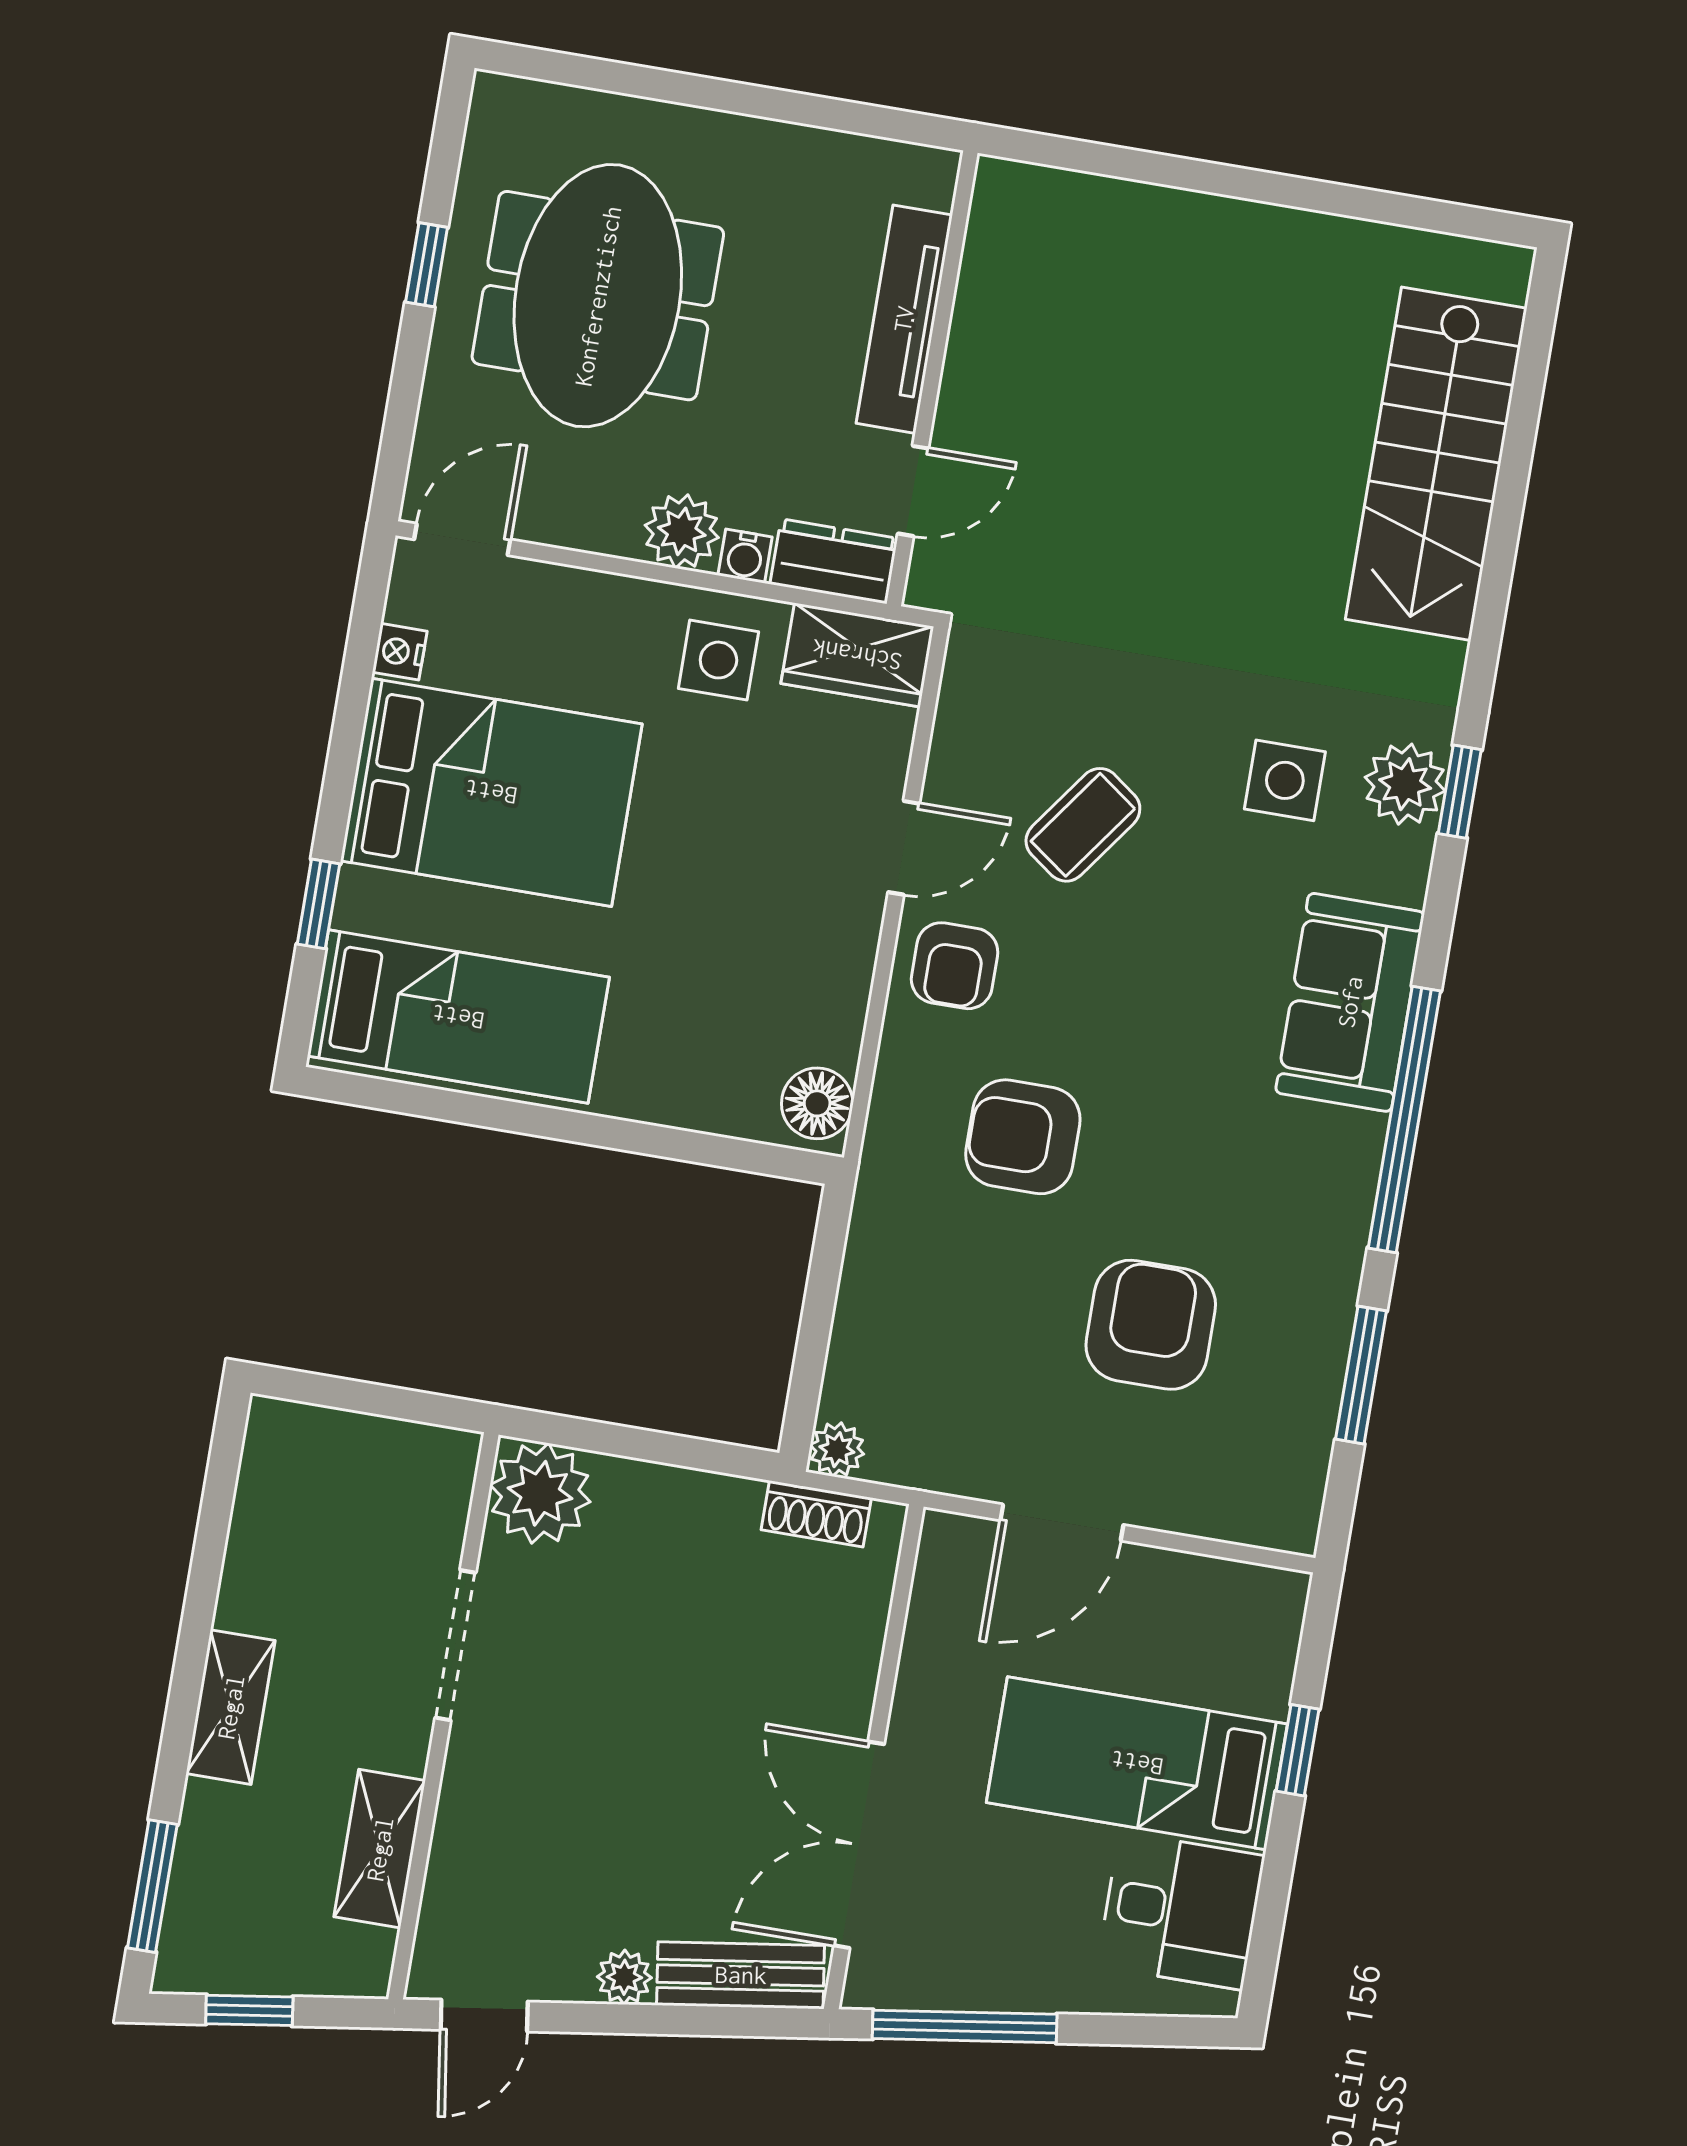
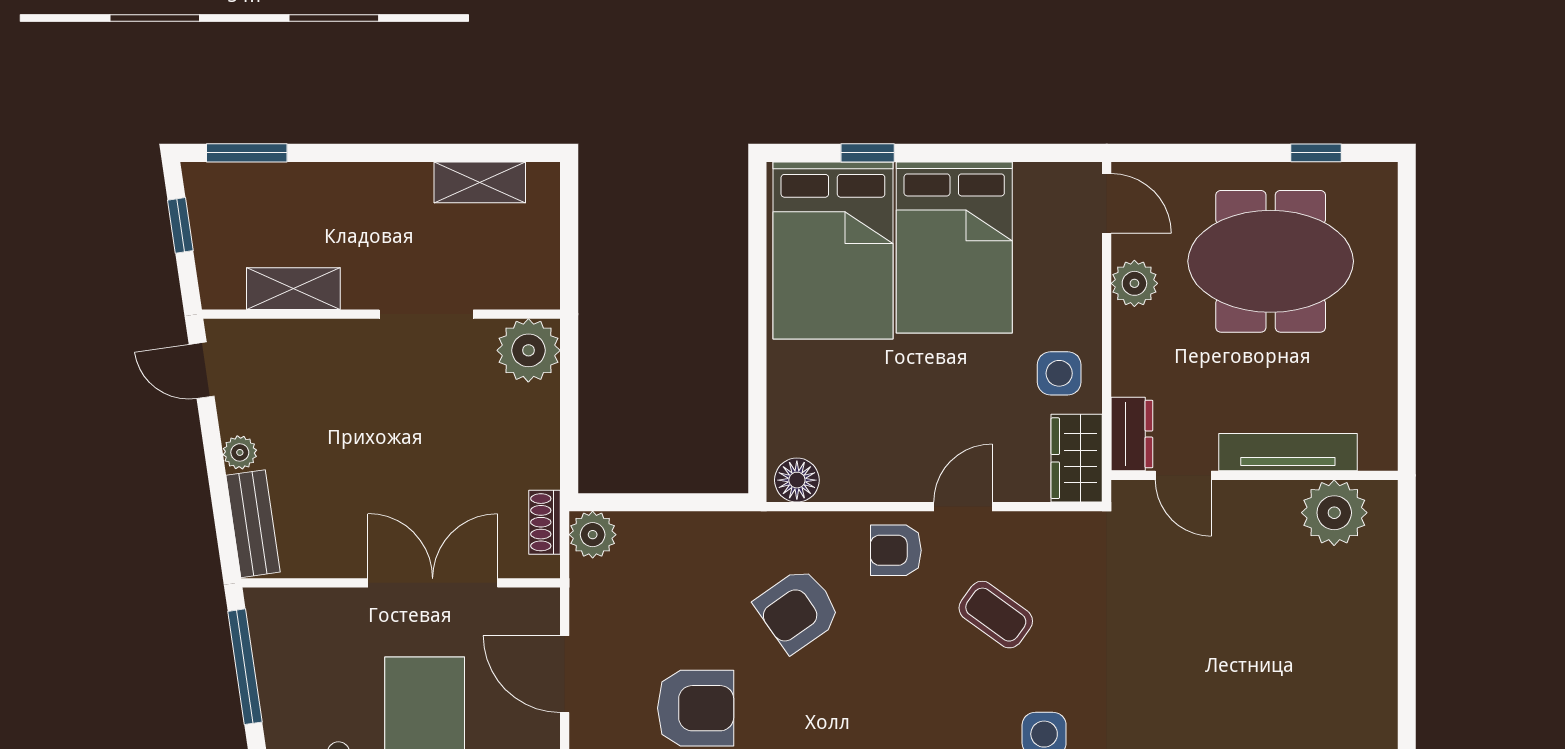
plant: (1012, 262) -> (1334, 513), added
window: (427, 265) -> (1316, 153), moved
plant: (682, 531) -> (1134, 283), moved
water cooler: (745, 556) -> (1126, 379), removed
nightstand: (400, 652) -> (1031, 177), removed
door: (904, 848) -> (963, 507), swing flipped
bed: (458, 1017) -> (833, 251), width x1.50
armchair: (1023, 1137) -> (798, 610), turned -125
plant: (837, 1450) -> (593, 535), width x1.38, depth x1.38
shelving: (231, 1707) -> (480, 182), moved
double door: (859, 1845) -> (433, 583), moved

